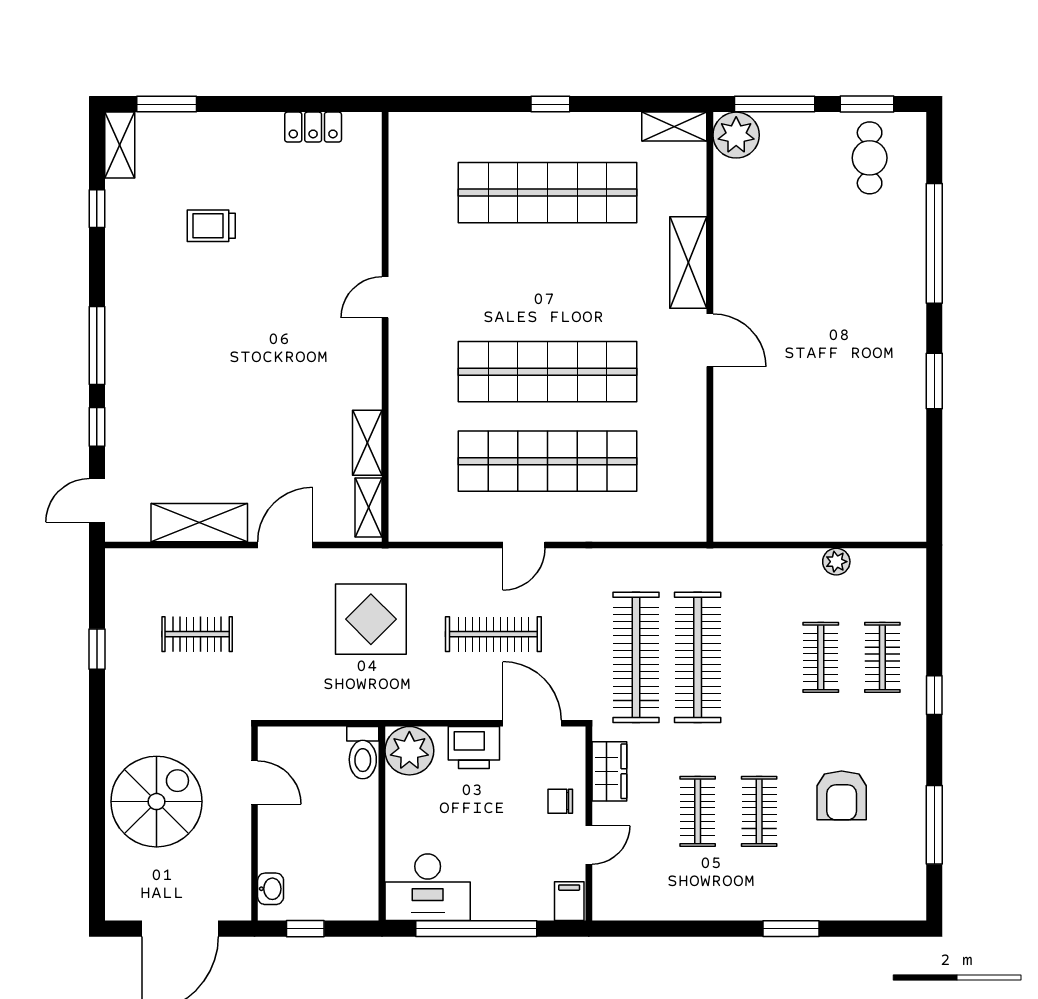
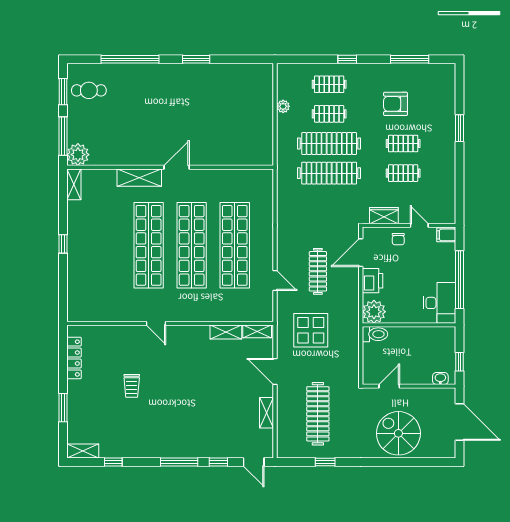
window: (167, 104) -> (63, 408), moved
locker: (313, 127) -> (74, 358), width x1.53
shop shelf: (547, 193) -> (149, 245), moved
trolley: (211, 226) -> (132, 386), moved
shelving: (199, 523) -> (267, 413), width x0.67, depth x0.75
door: (524, 545) -> (275, 280), moved
clothes rail: (197, 634) -> (318, 414), width x1.86, depth x1.31
clothes rail: (636, 657) -> (329, 143), moved
armchair: (842, 795) -> (396, 104), turned 180

